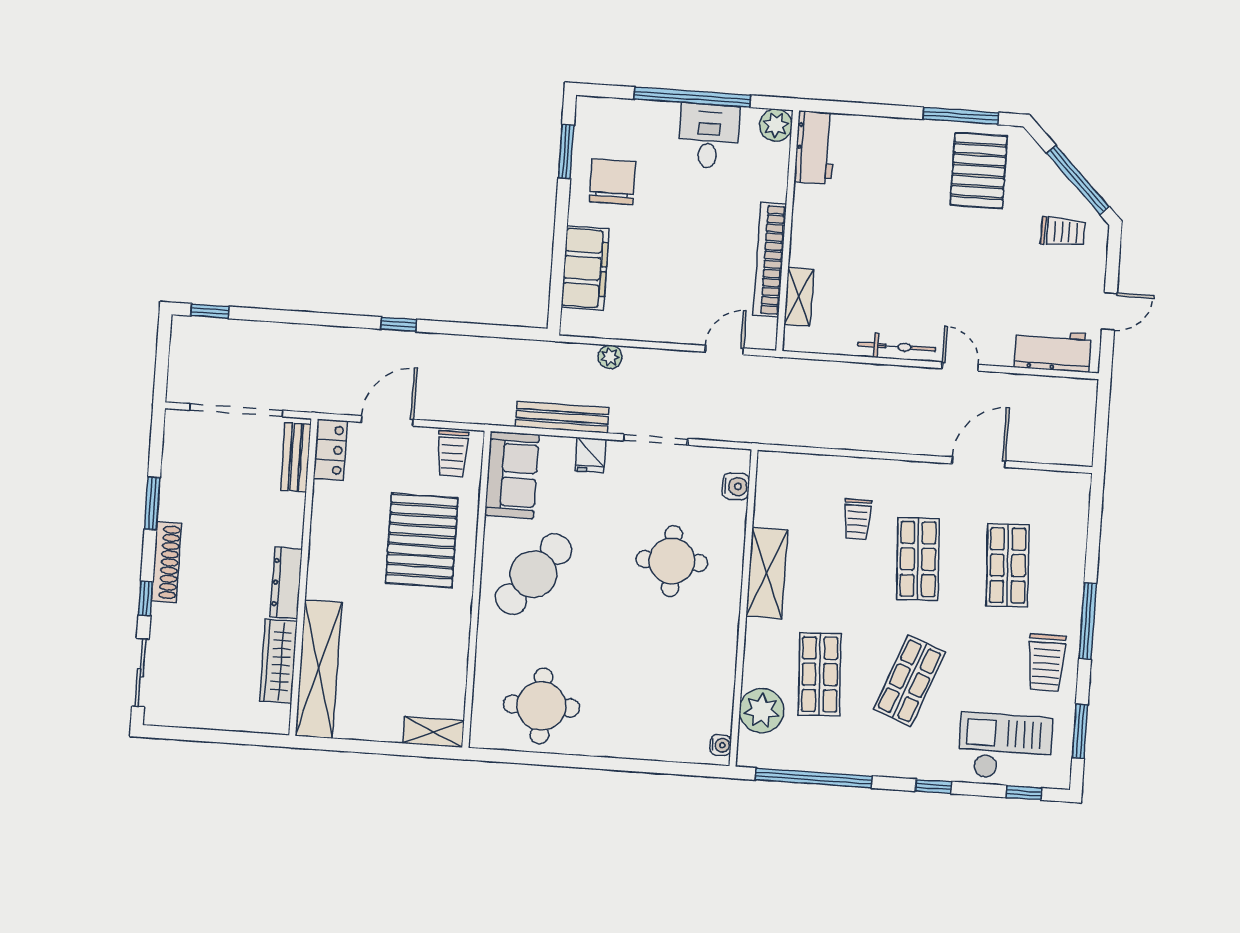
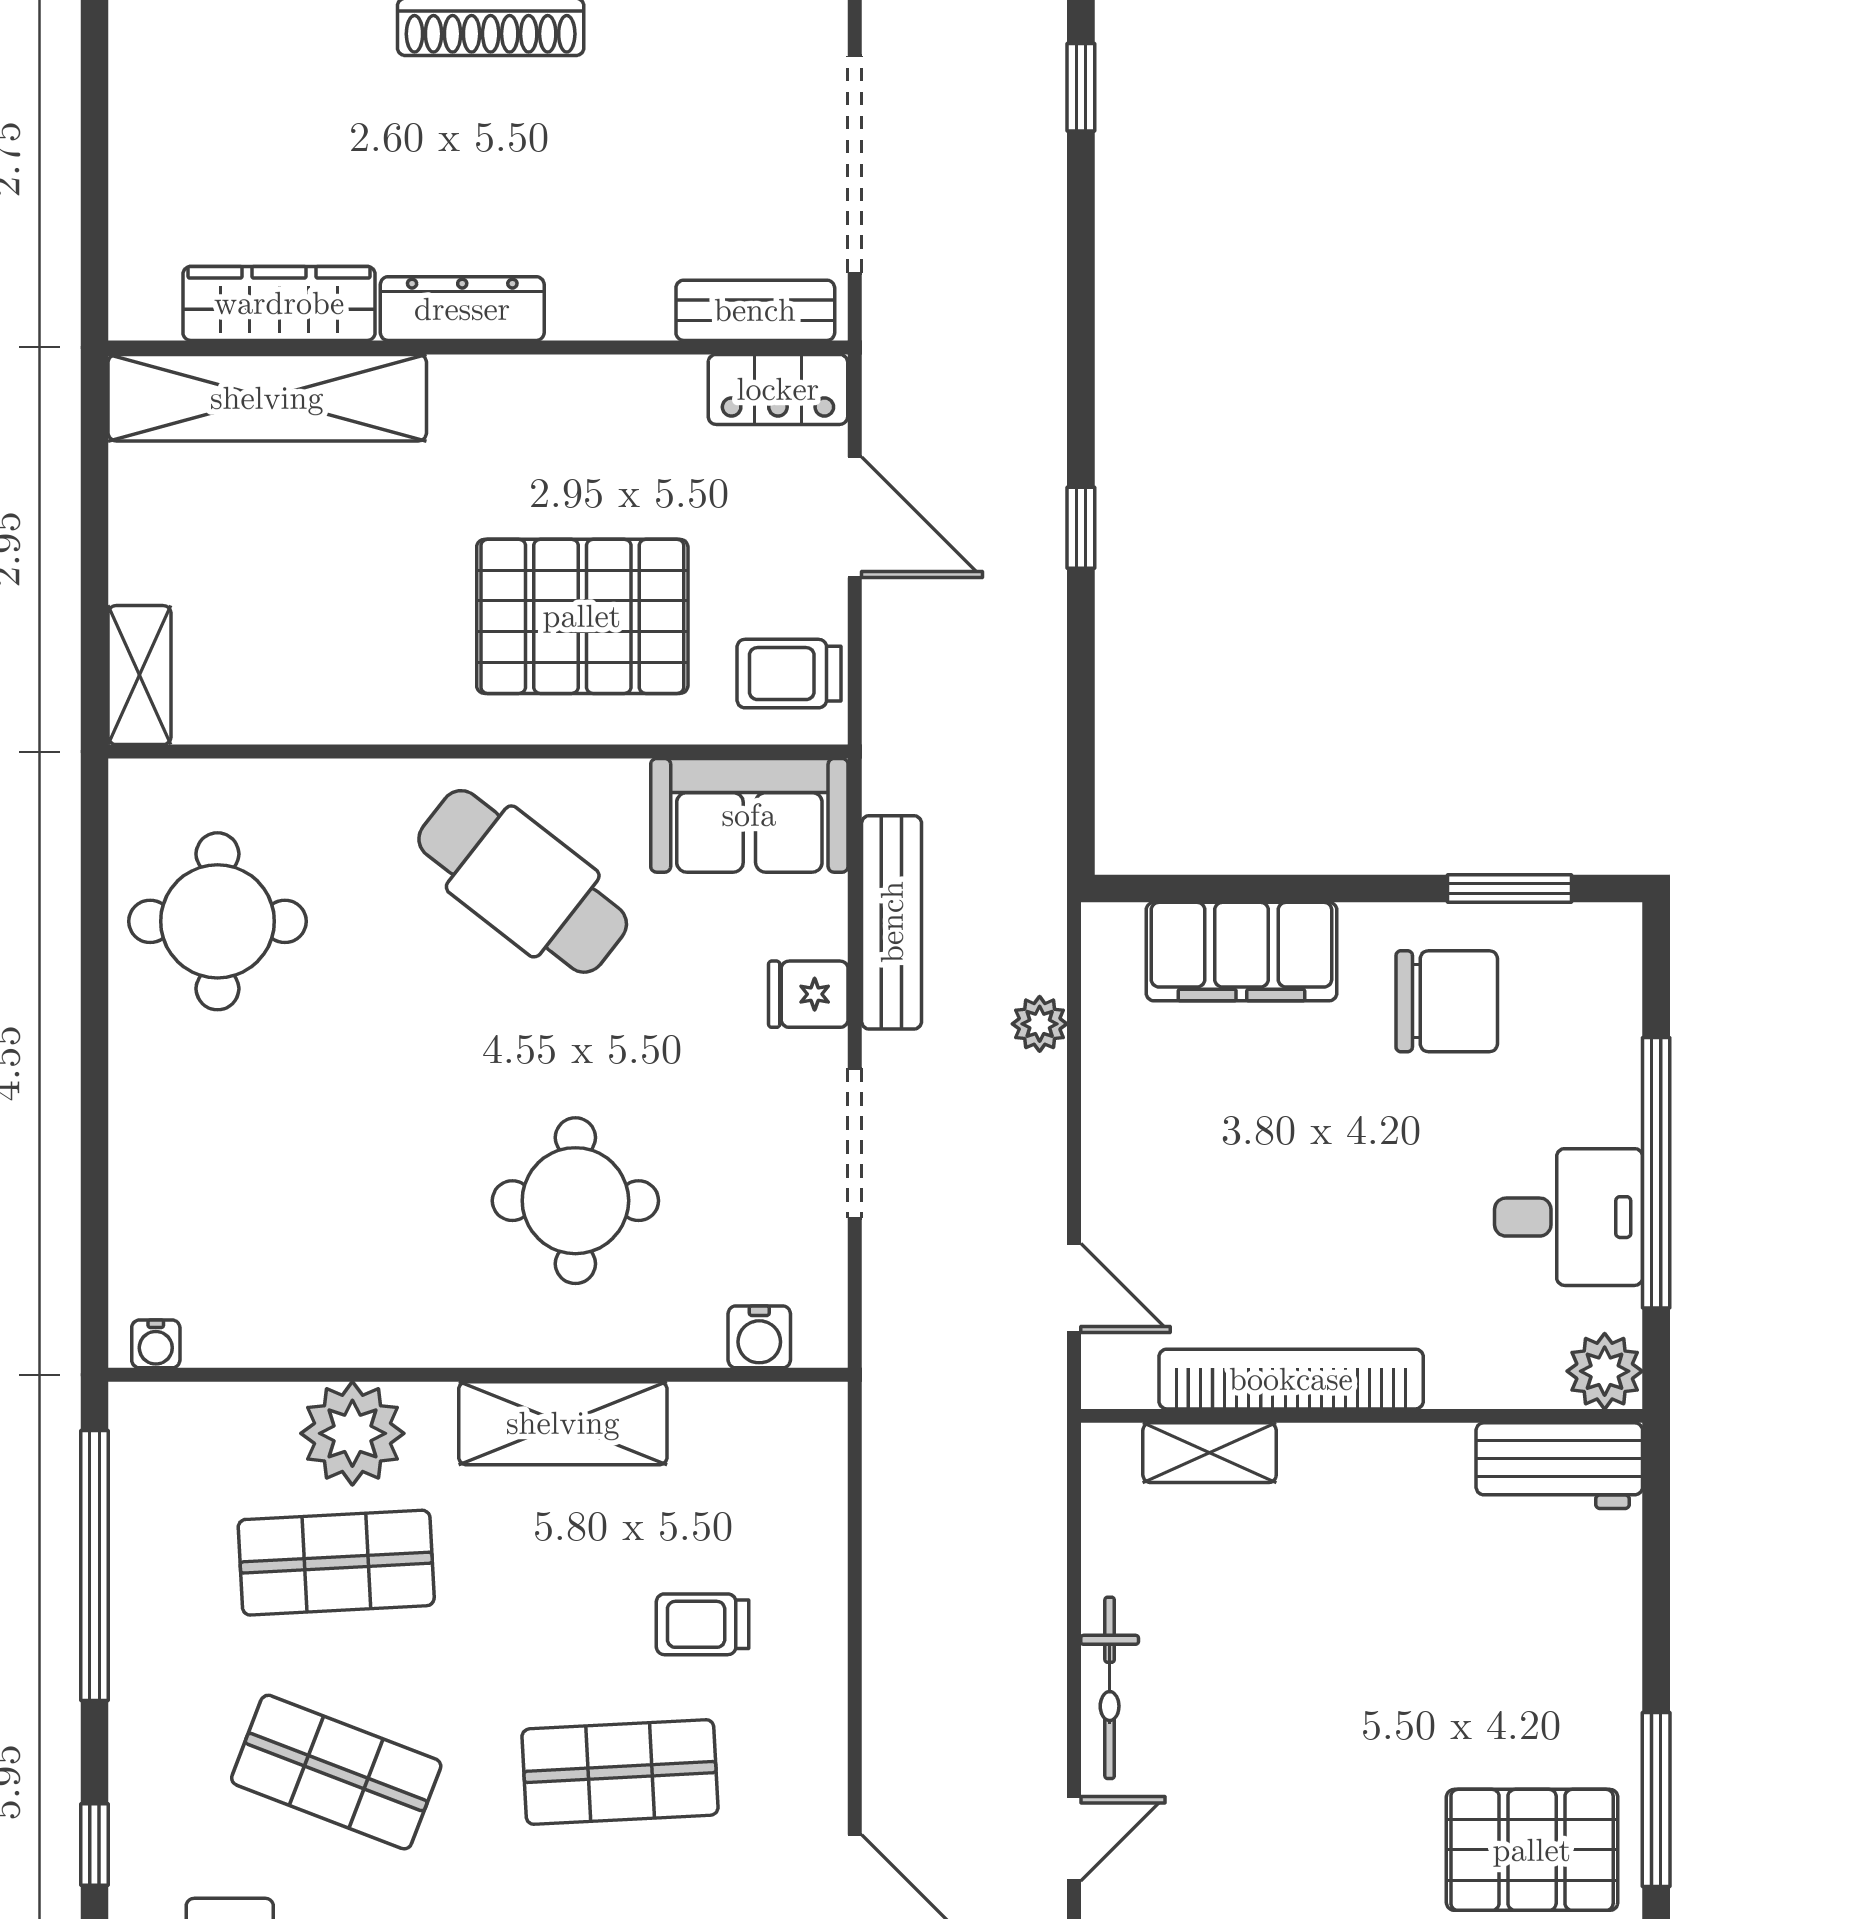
plant: (762, 711) -> (352, 1433), moved

